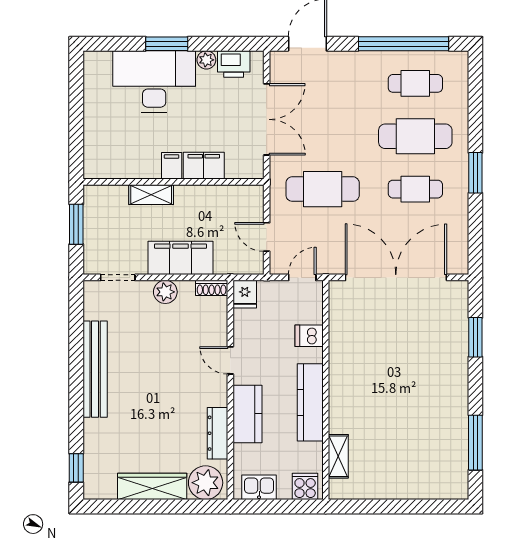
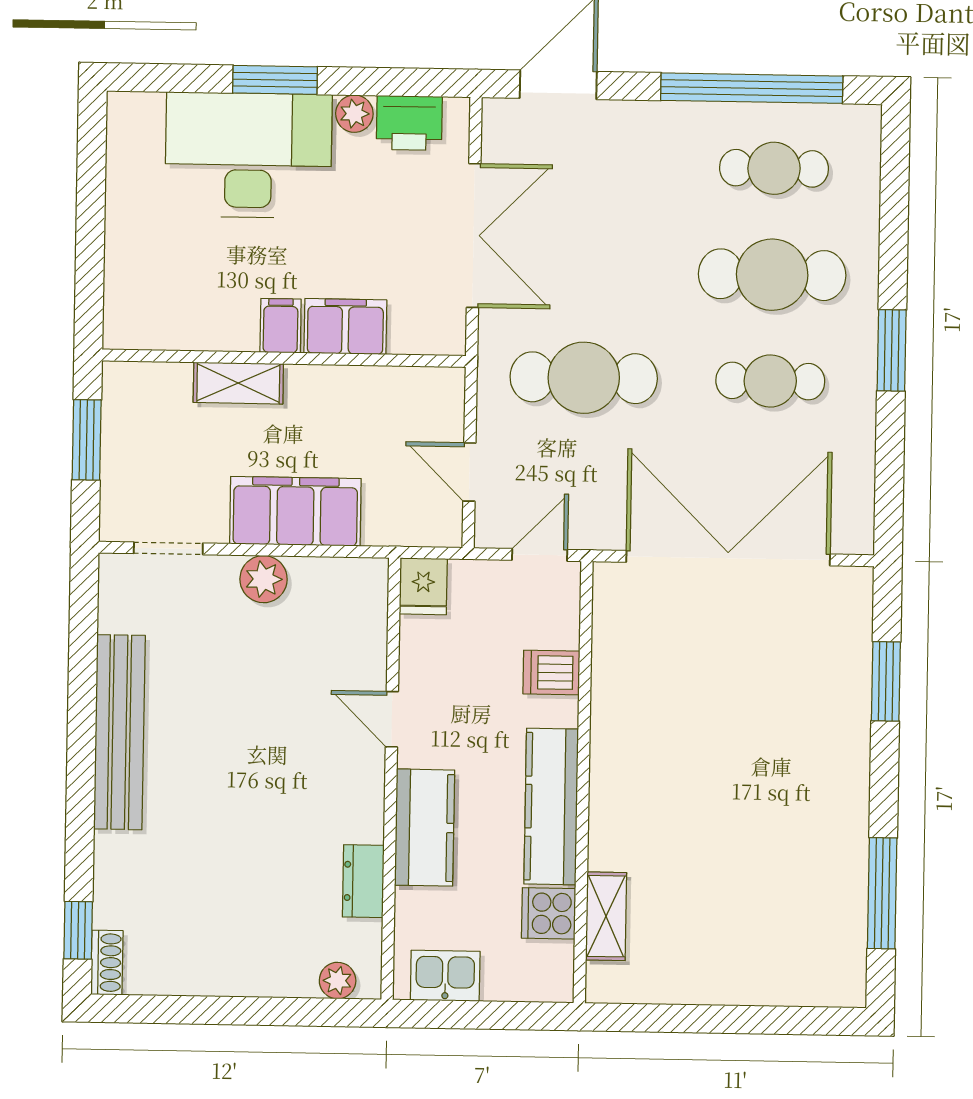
shoe rack: (212, 288) -> (107, 963), moved, turned -90
dresser: (217, 433) -> (363, 881), width x0.70
plant: (206, 483) -> (338, 981), width x0.53, depth x0.53
wardrobe: (152, 486) -> (230, 970), removed
cooker: (305, 486) -> (549, 913), moved, turned -90

